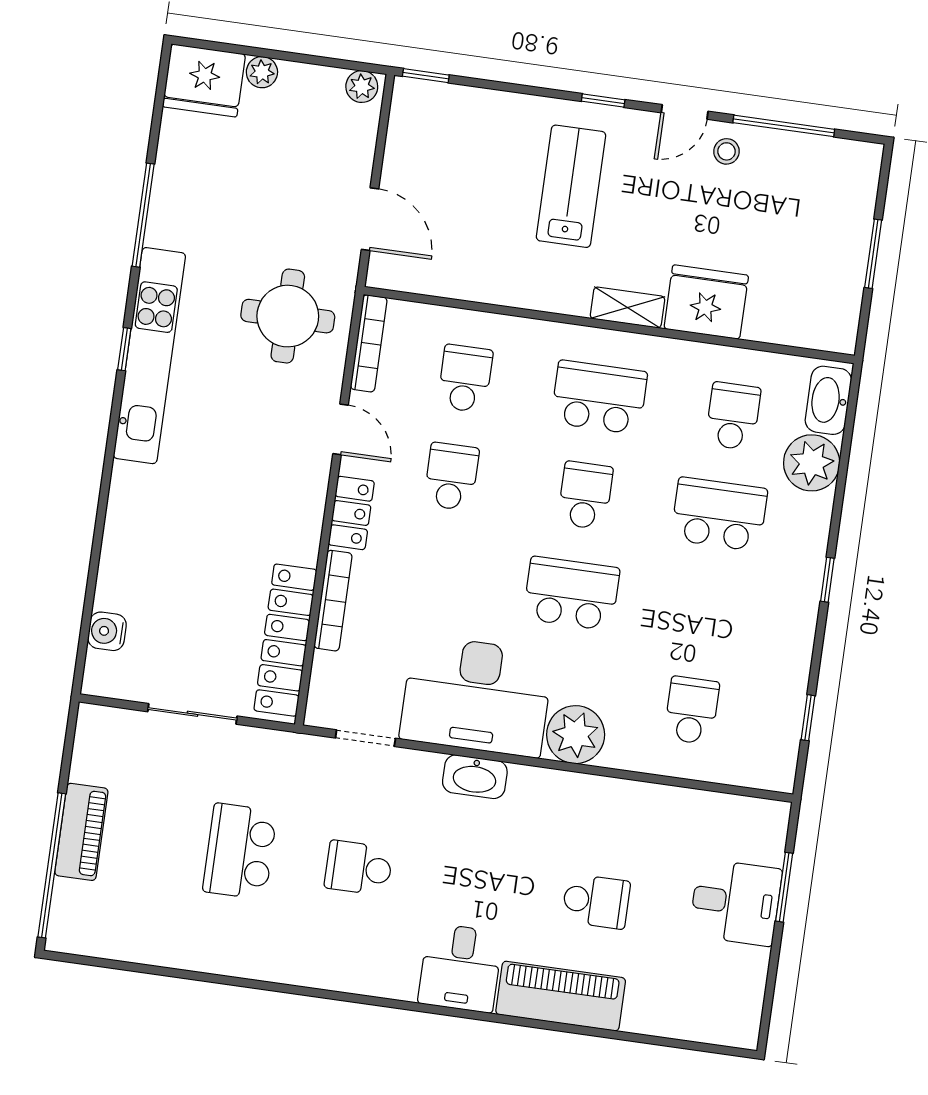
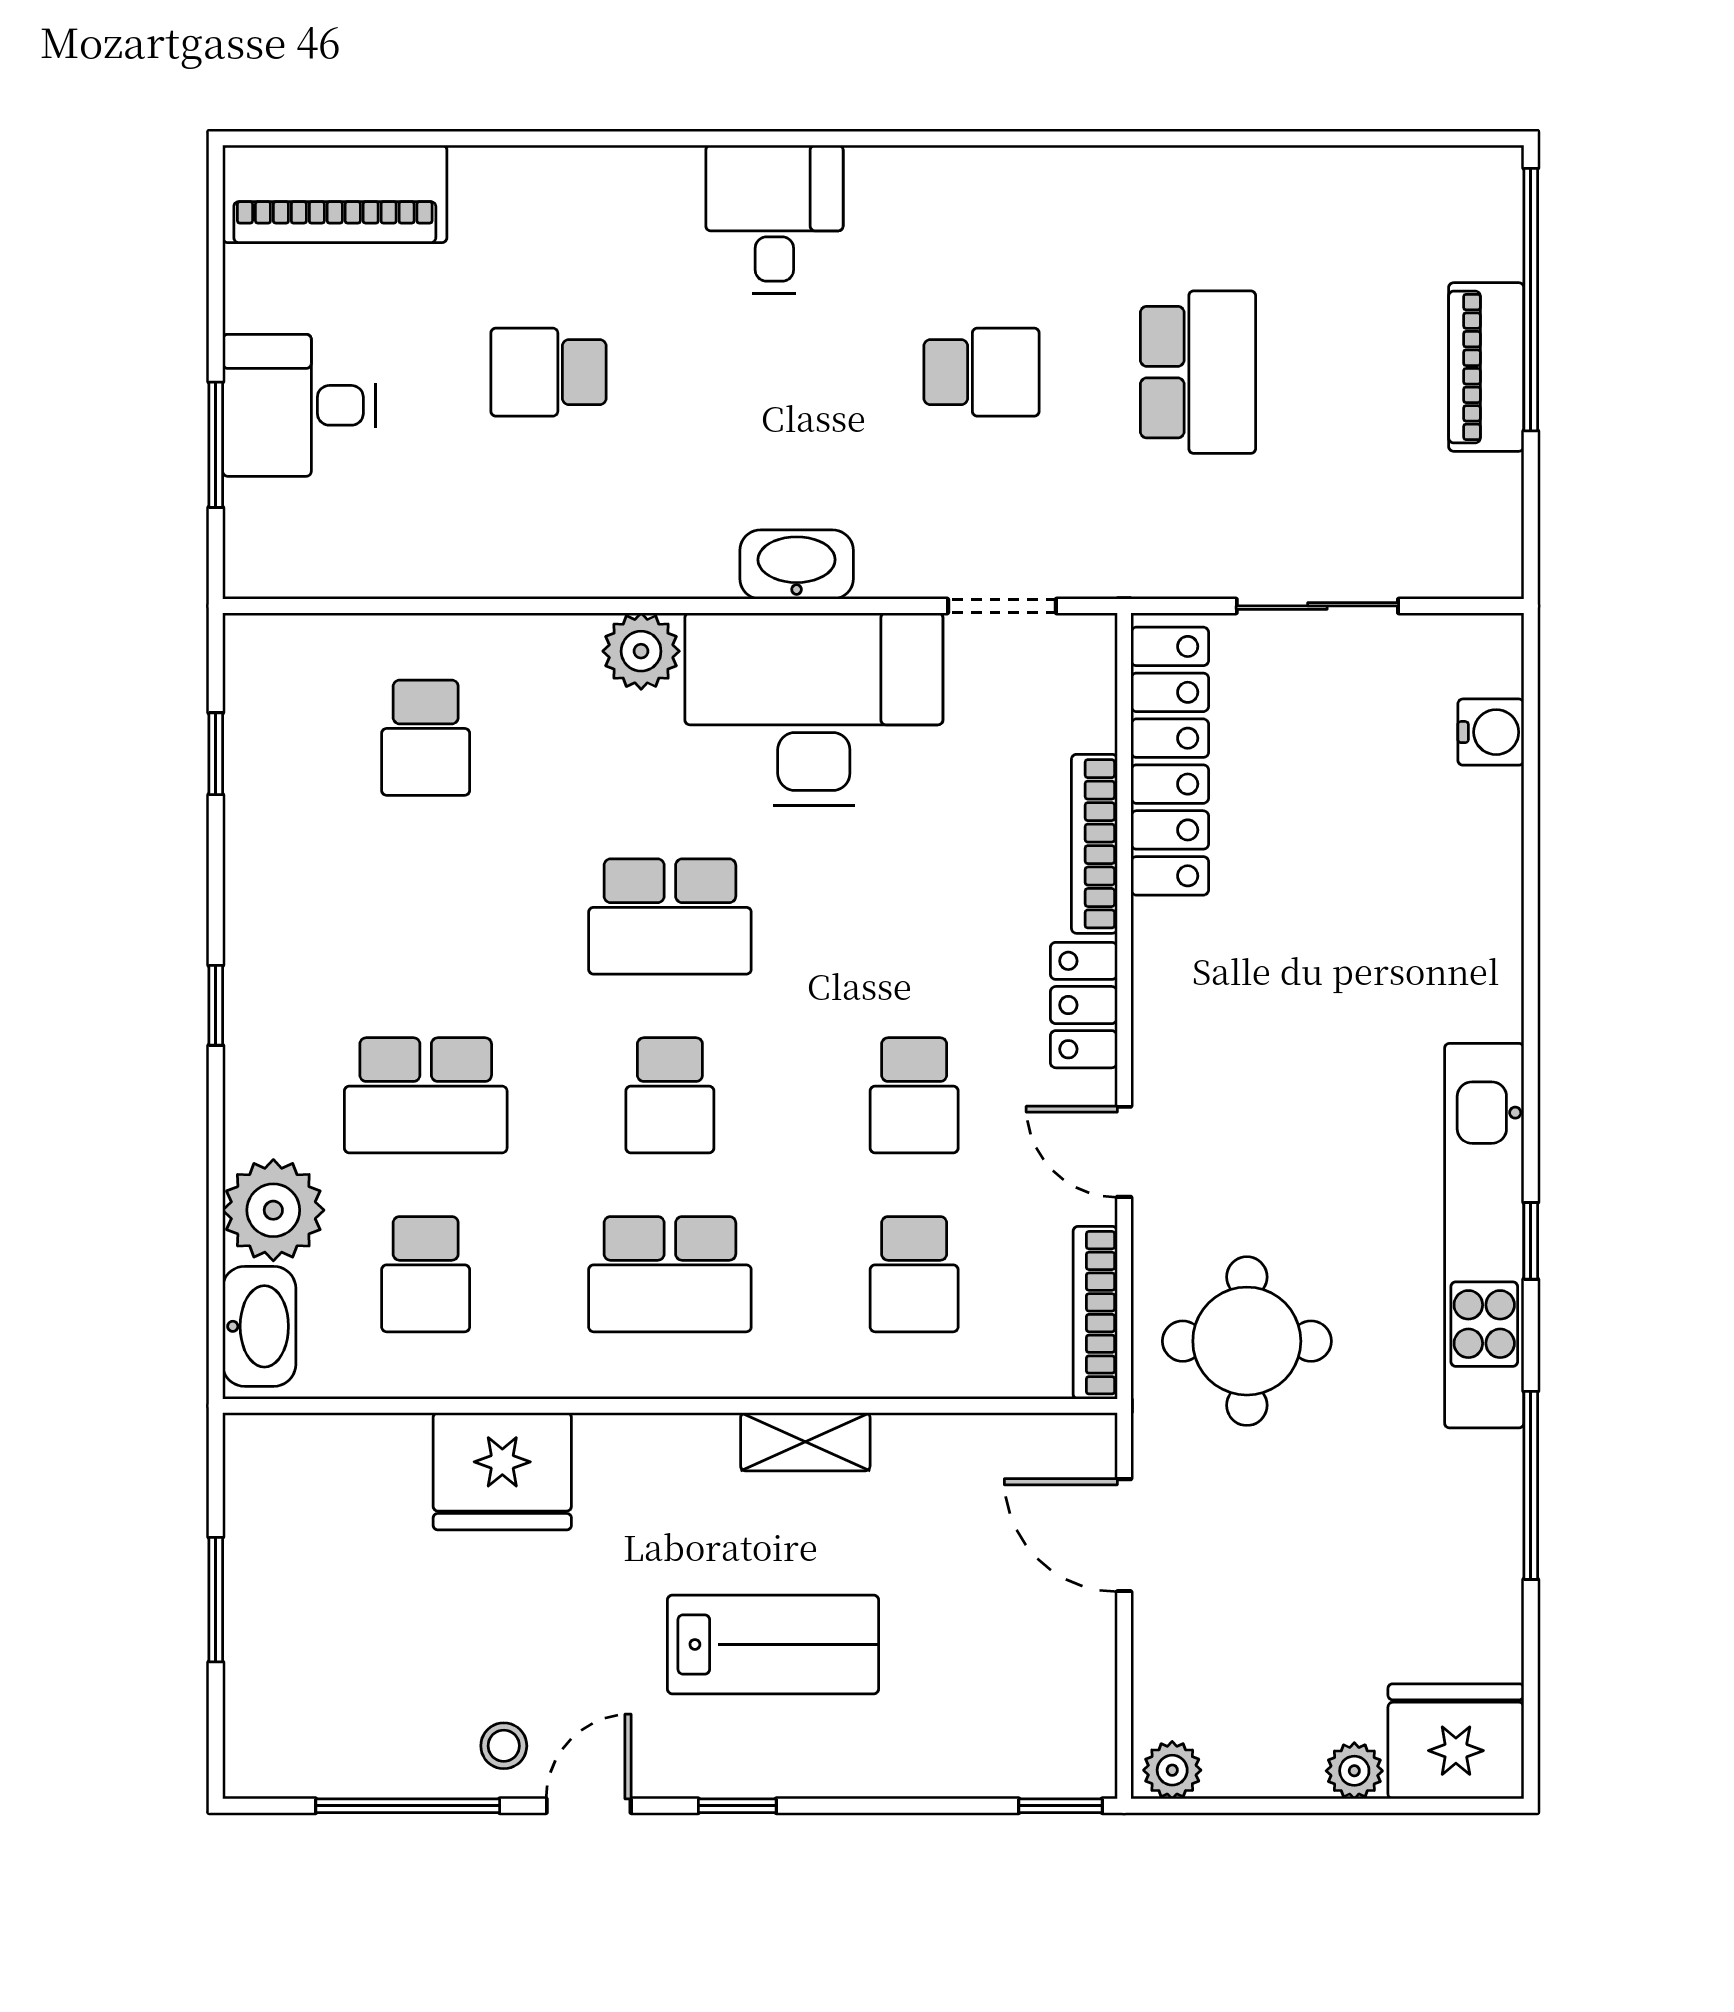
lab bench: (571, 186) -> (773, 1644), turned -90
shelving: (627, 308) -> (805, 1442), moved
plant: (576, 735) -> (641, 651), width x0.73, depth x0.73
piano: (561, 996) -> (335, 194), moved

